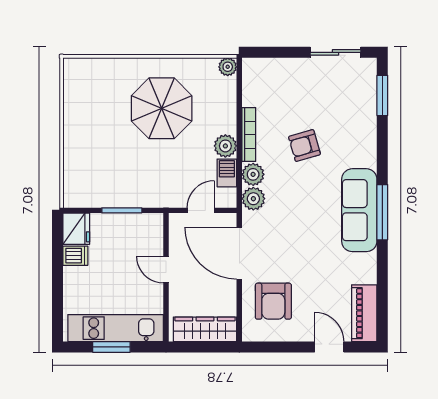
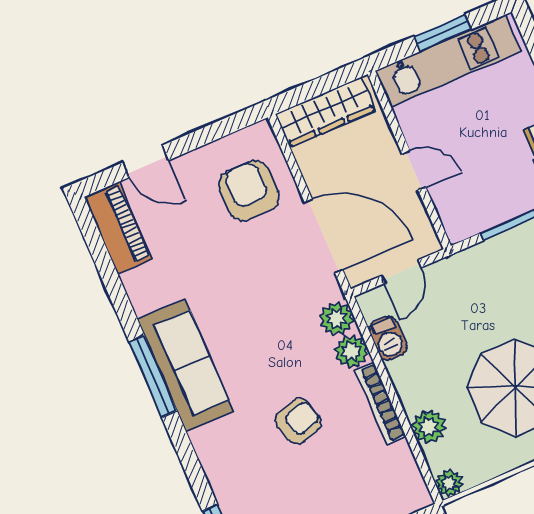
plant: (225, 146) -> (429, 427), moved

